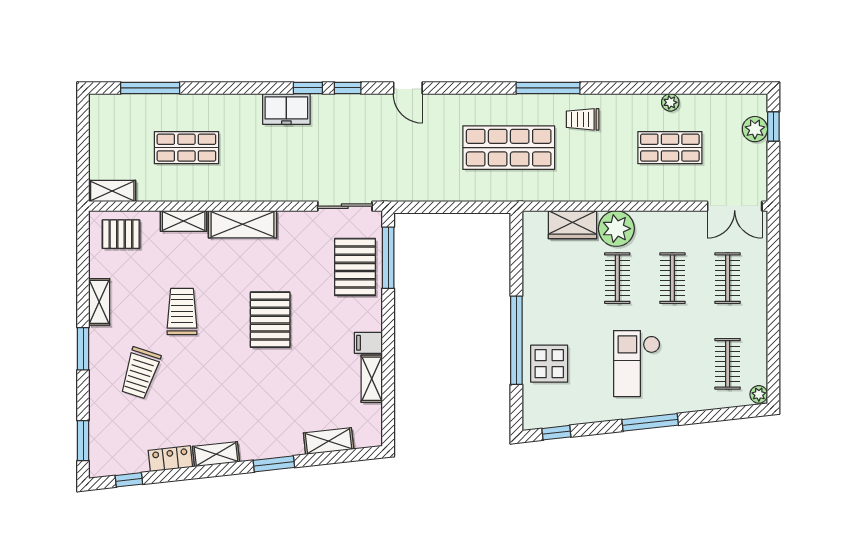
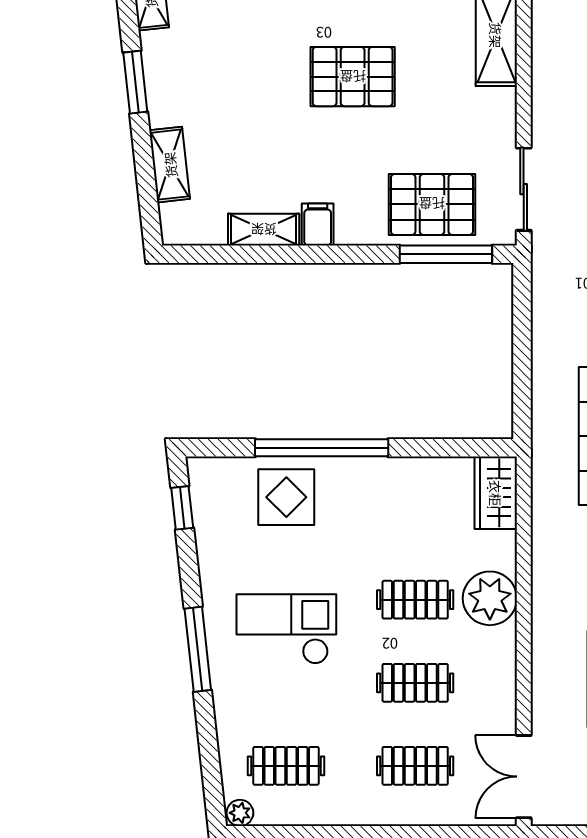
wardrobe: (572, 225) -> (496, 493), moved

